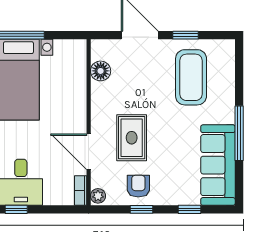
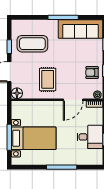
floor lamp: (101, 71) -> (17, 93), moved
rug: (132, 138) -> (48, 79), moved, turned 90

